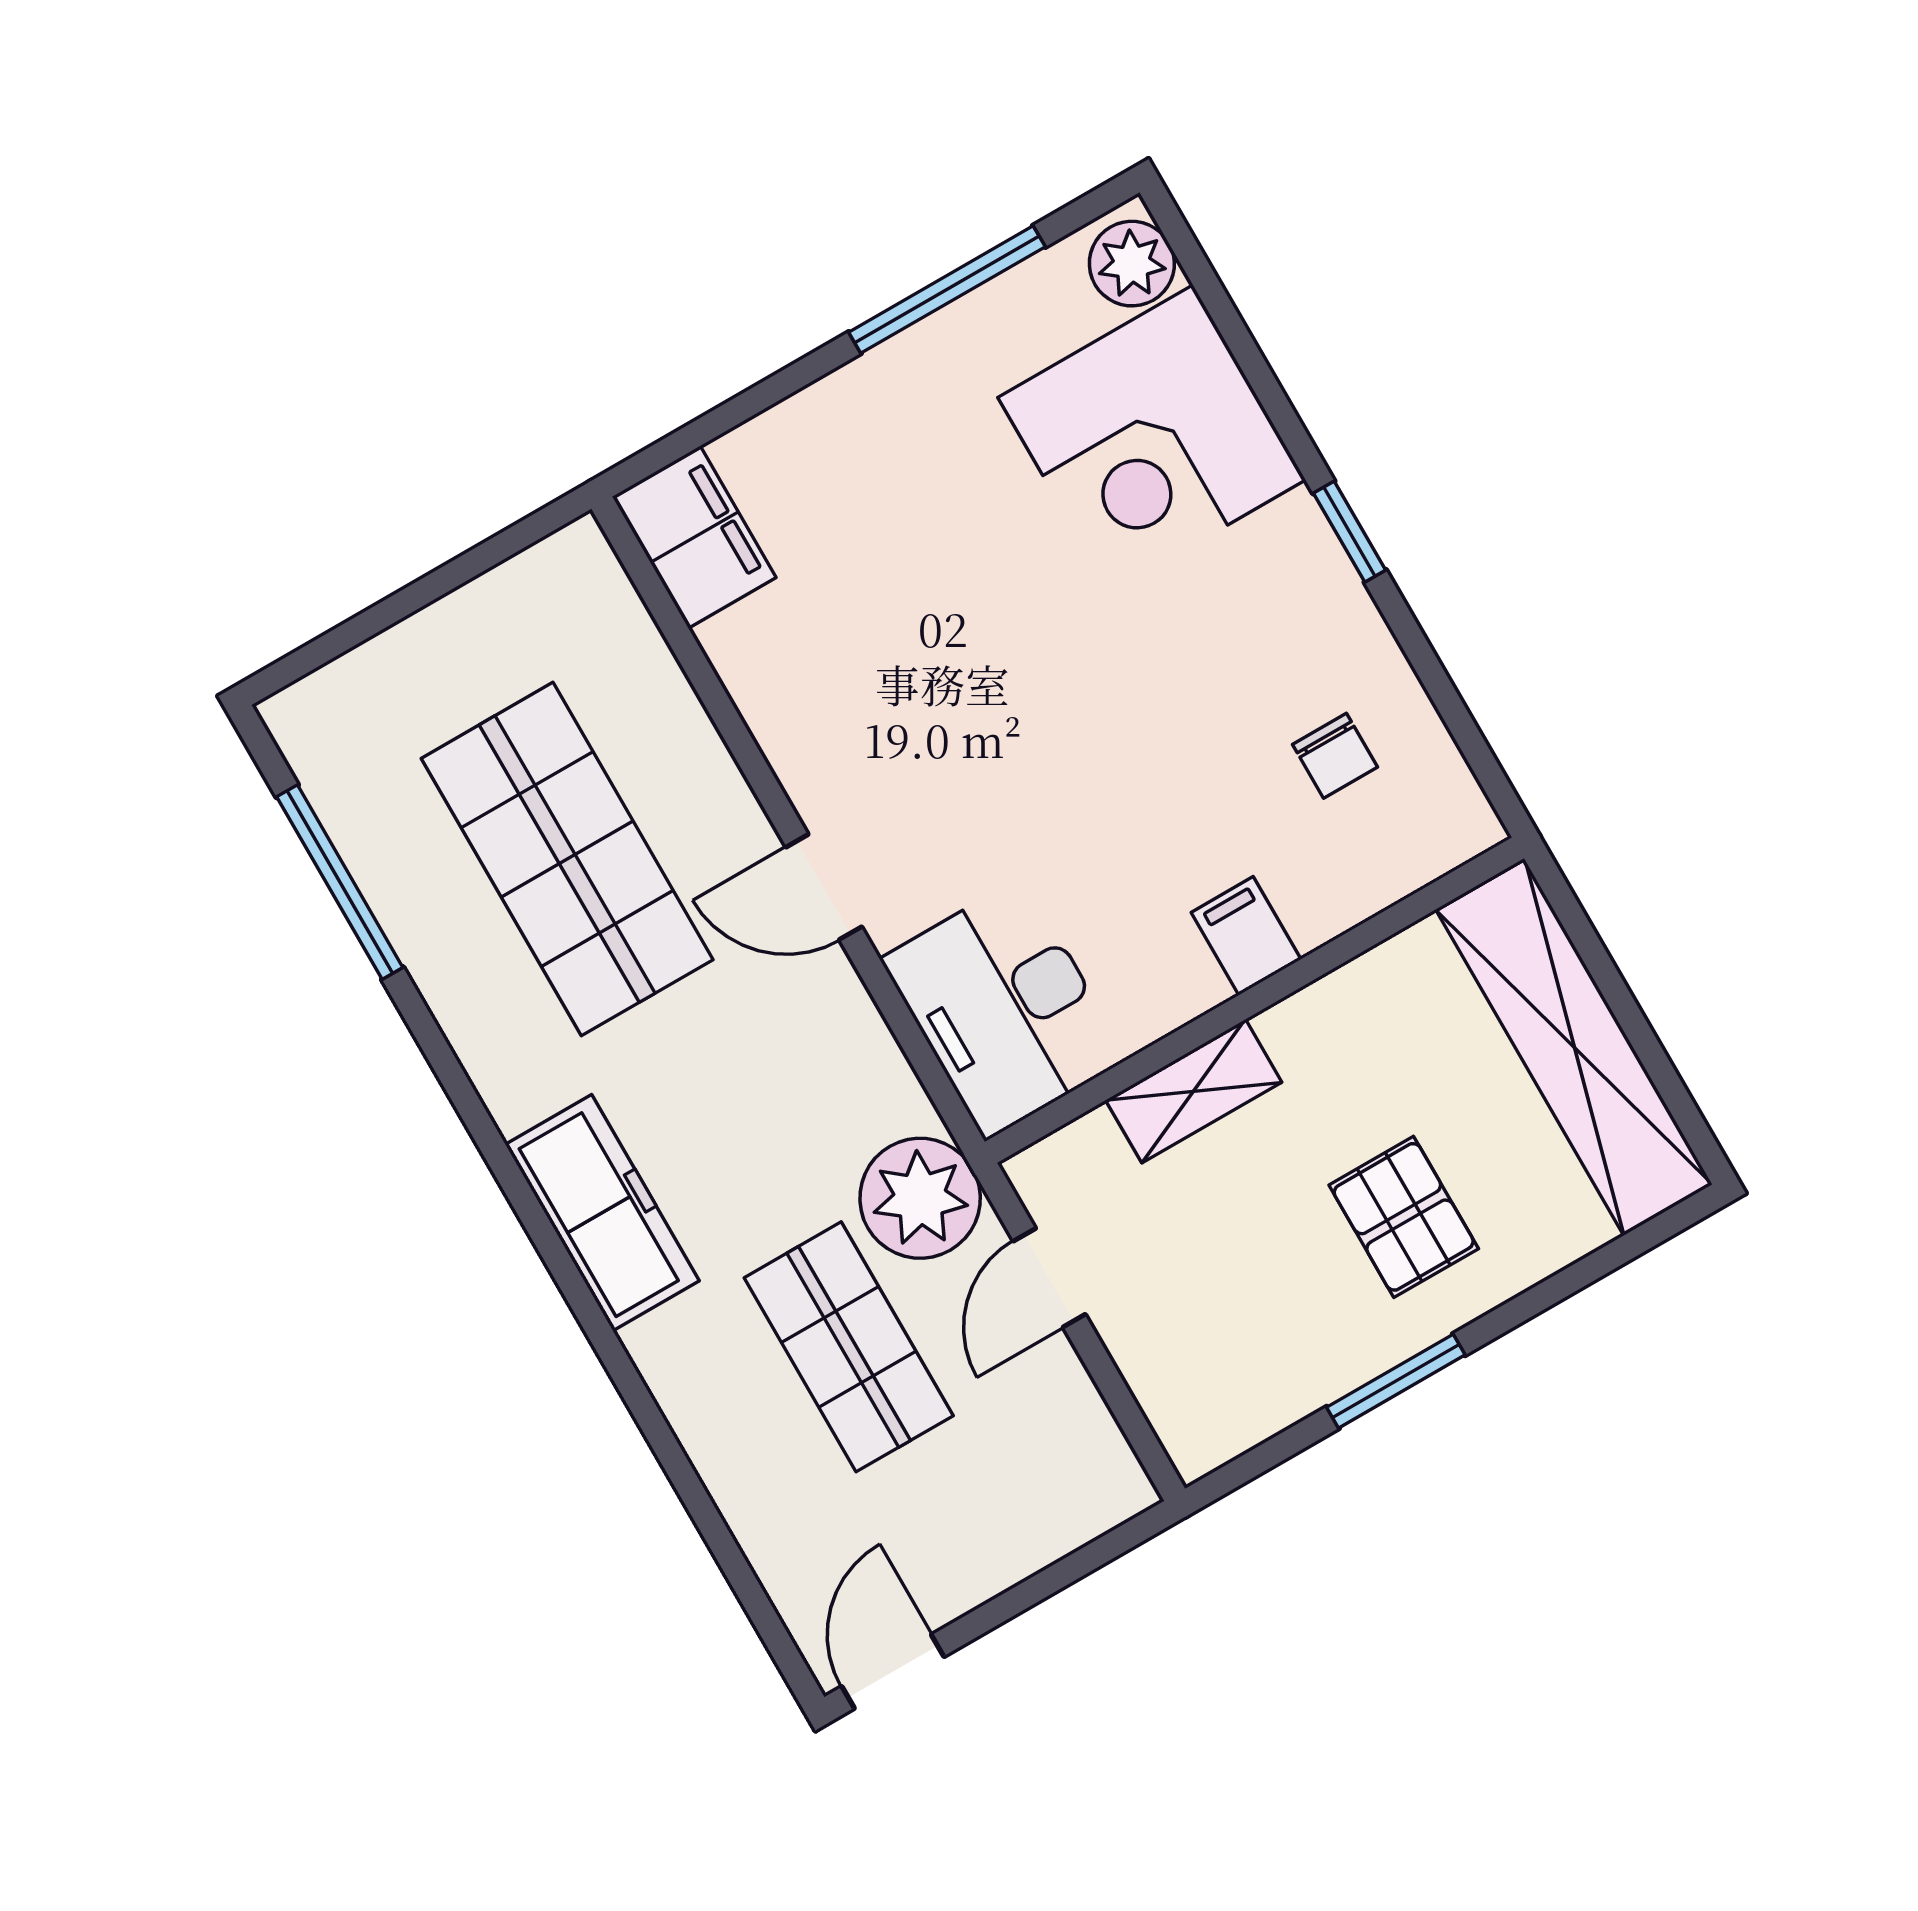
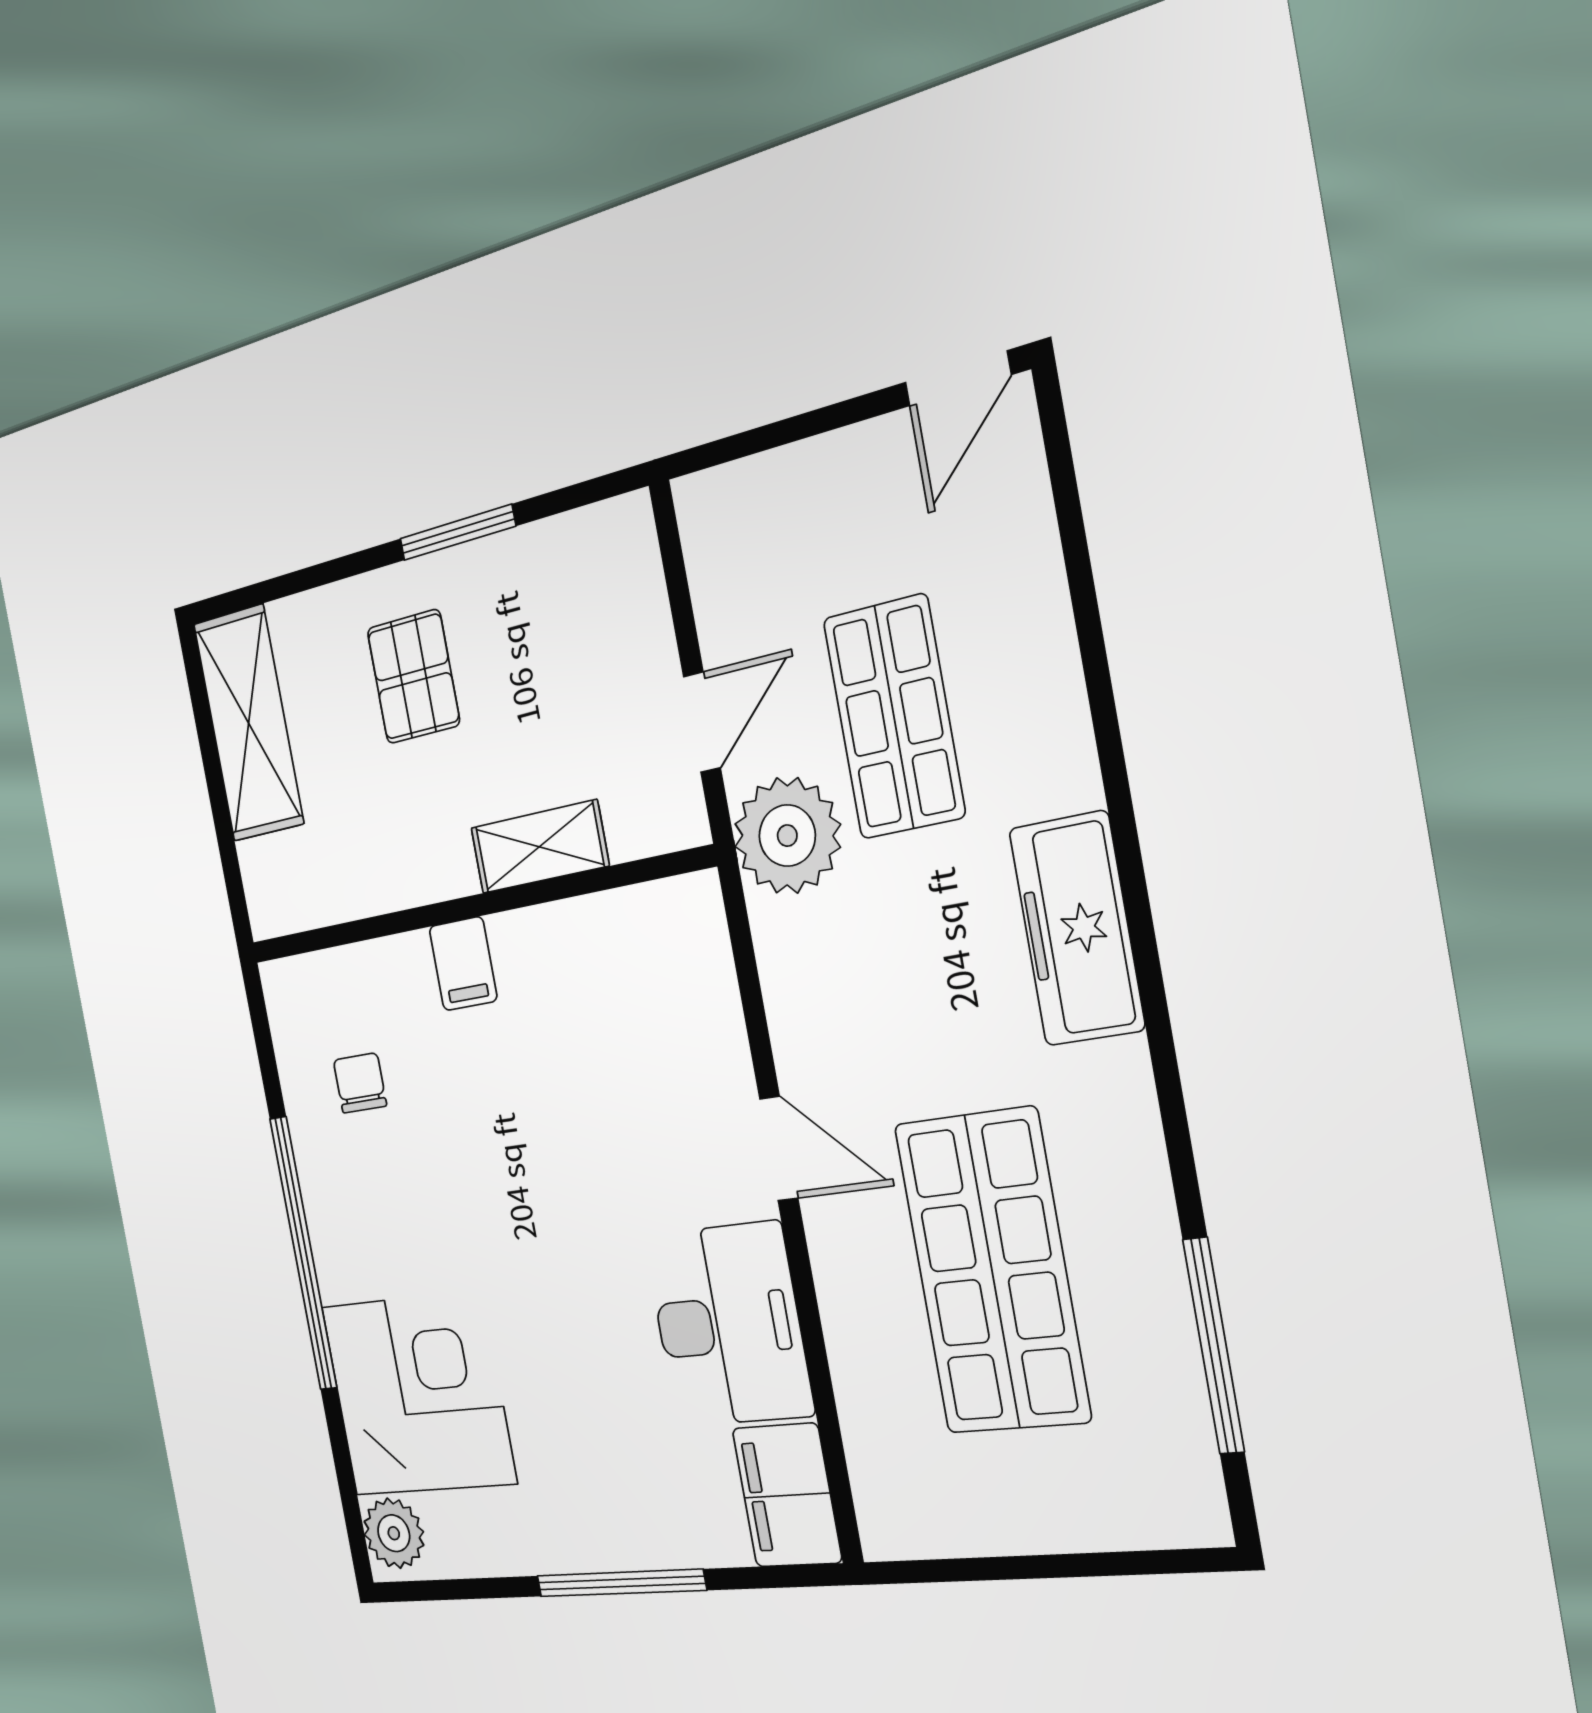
window: (947, 290) -> (620, 1583), moved
window: (1349, 532) -> (303, 1253), width x3.17
desk: (1004, 1009) -> (728, 1325), moved
shelving: (1574, 1047) -> (249, 723), width x0.68

